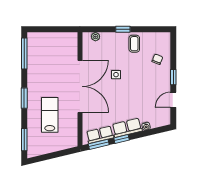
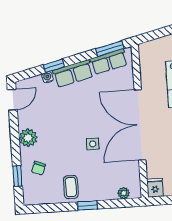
fridge: (72, 39) -> (155, 188), added
window: (173, 77) -> (17, 176), moved
plant: (164, 82) -> (28, 138), added
door: (173, 100) -> (12, 100), moved
window: (122, 139) -> (54, 66), moved

